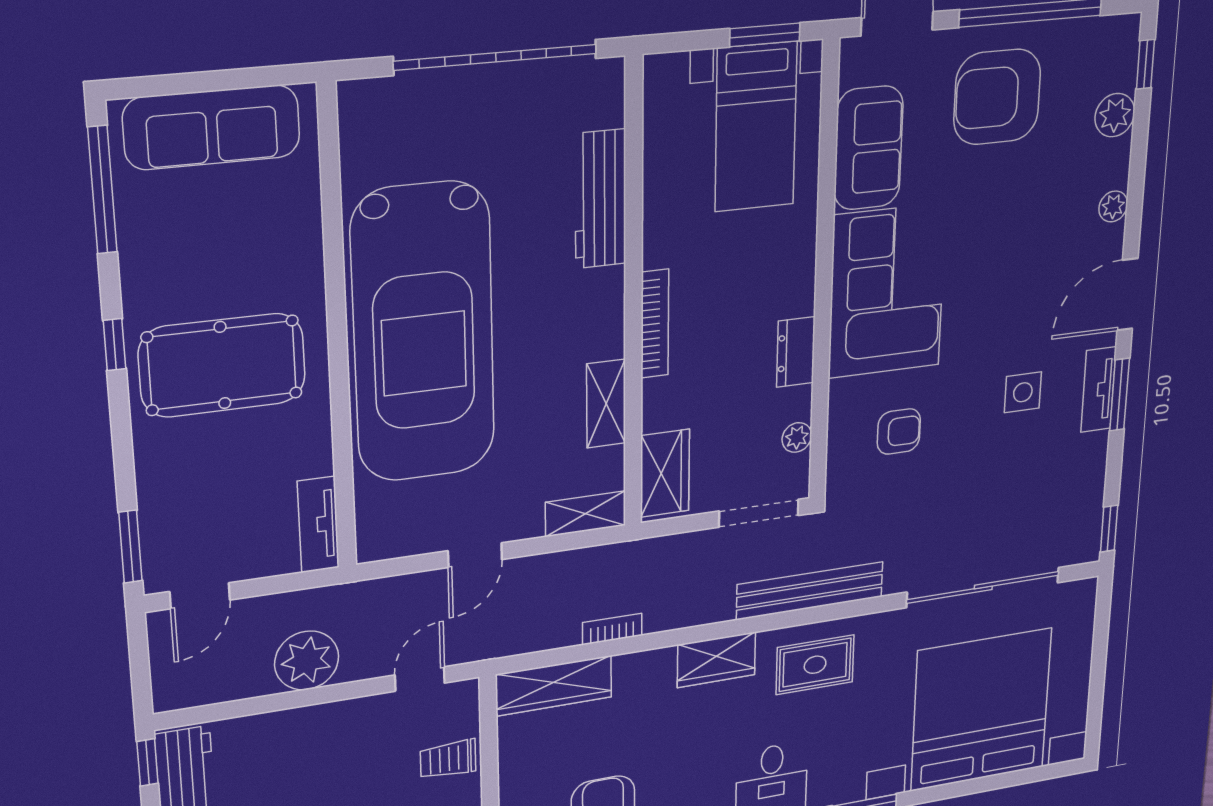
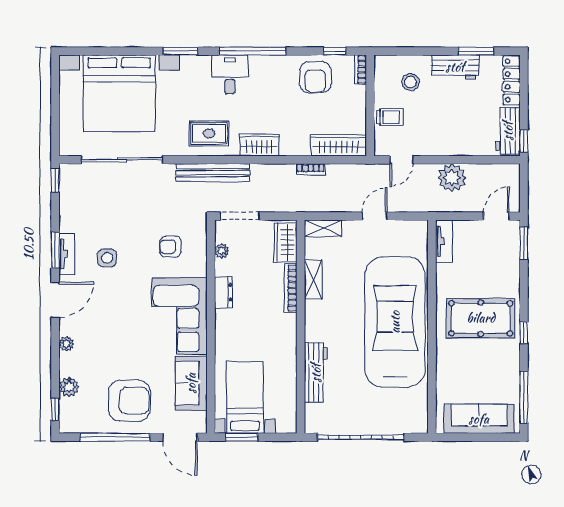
bookcase: (655, 324) -> (291, 288), moved

